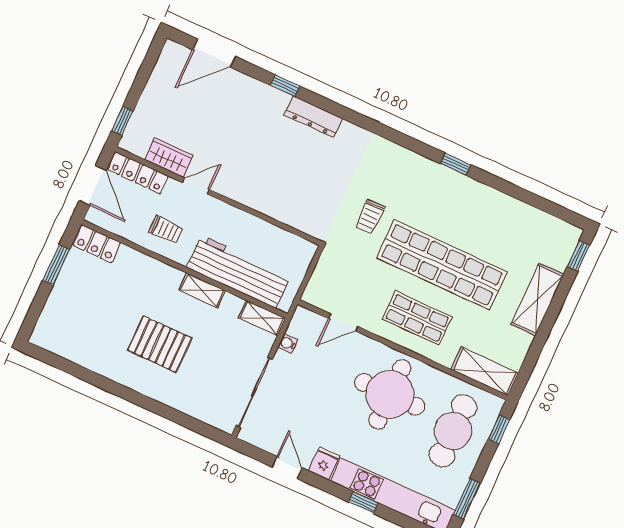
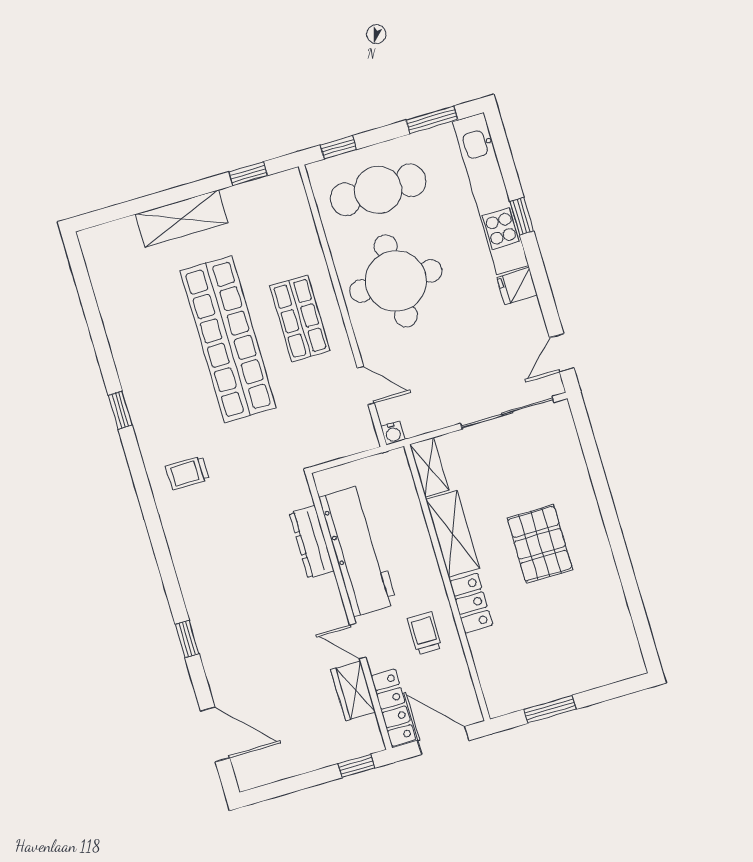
dresser: (313, 117) -> (312, 542), moved, turned 180
door: (93, 185) -> (443, 740), hinge flipped
trolley: (370, 217) -> (187, 473), moved, turned 180
locker: (97, 244) -> (471, 603), moved
window: (578, 256) -> (248, 174), moved
workbench: (238, 272) -> (358, 551), moved, turned 180
shelving: (202, 290) -> (453, 534), width x1.50, depth x1.33
water cooler: (288, 343) -> (393, 433), moved
shelving: (485, 371) -> (295, 209), removed
door: (287, 467) -> (562, 353), moved

